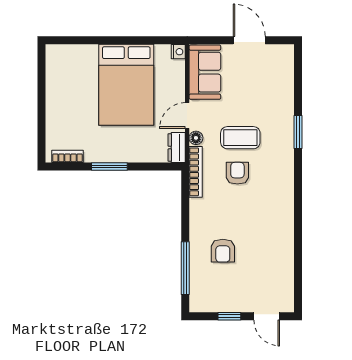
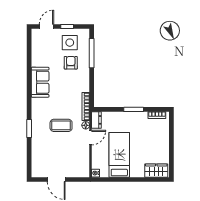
wardrobe: (69, 56) -> (156, 171), added
sofa: (205, 72) -> (40, 82), moved, turned 180
bed: (126, 85) -> (119, 155), width x0.67
armchair: (237, 173) -> (63, 106), removed
side table: (225, 287) -> (70, 43), added
door: (267, 316) -> (46, 26), hinge flipped

